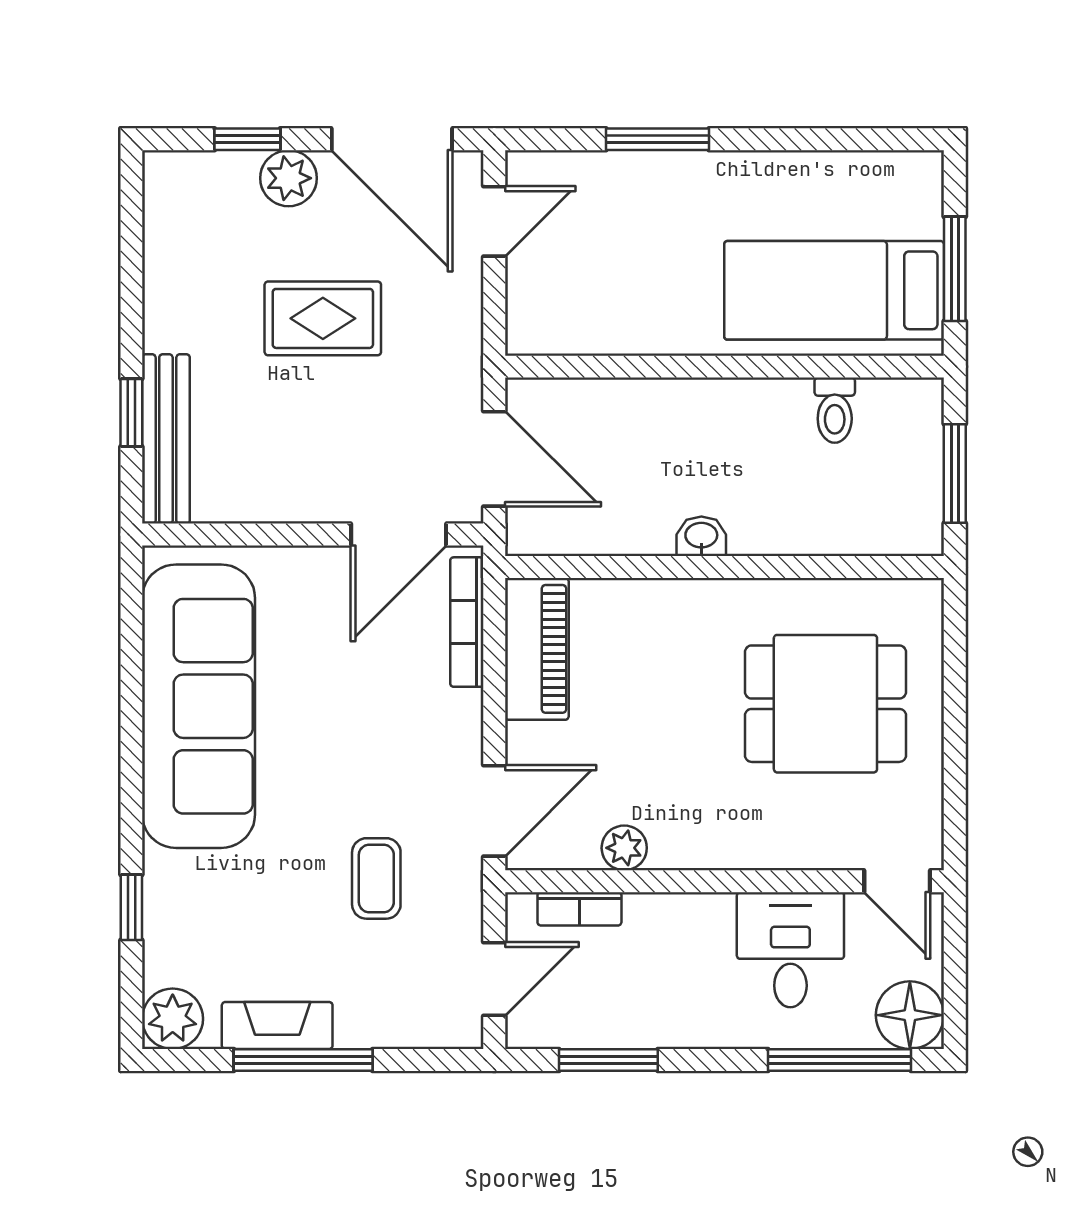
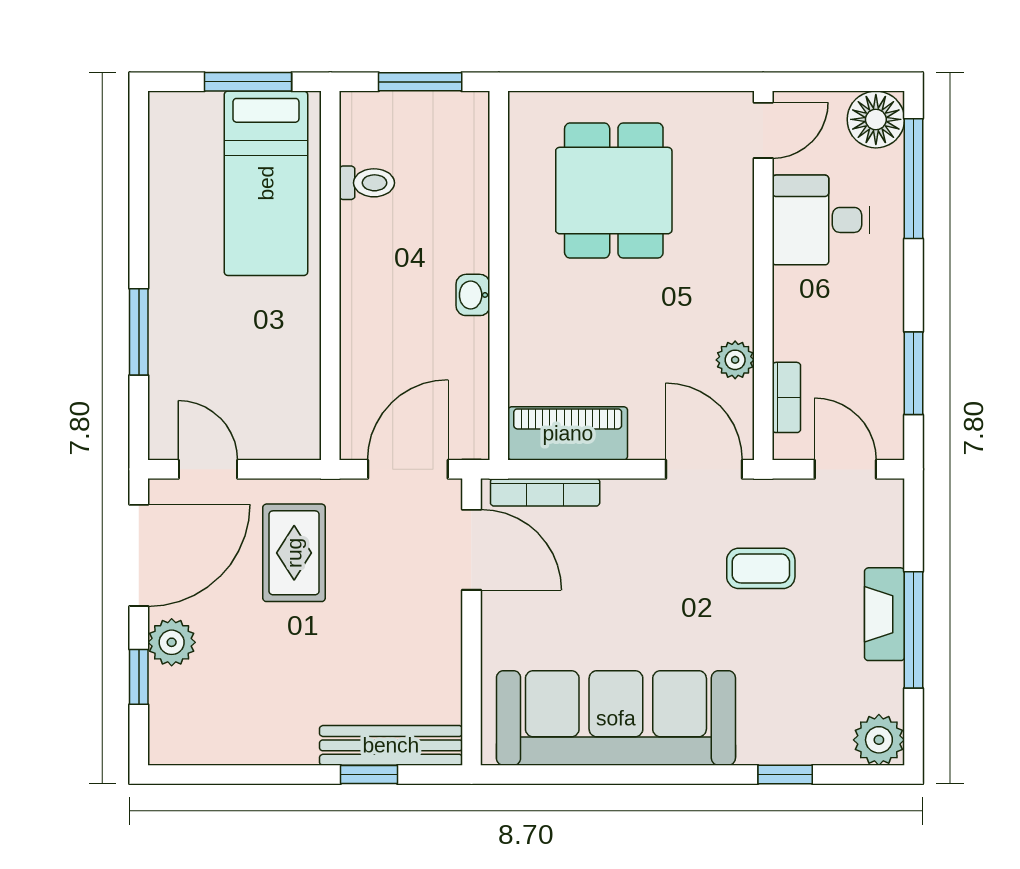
rug: (323, 318) -> (294, 553), moved
fireplace: (277, 1026) -> (885, 614), moved

